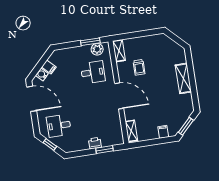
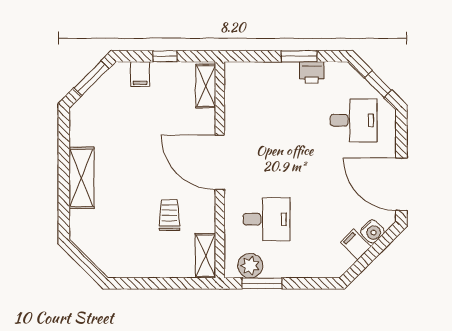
desk: (93, 72) -> (266, 219), turned 180
window: (153, 142) -> (165, 56), added
printer: (95, 143) -> (312, 73), moved
window: (105, 150) -> (299, 56), moved

